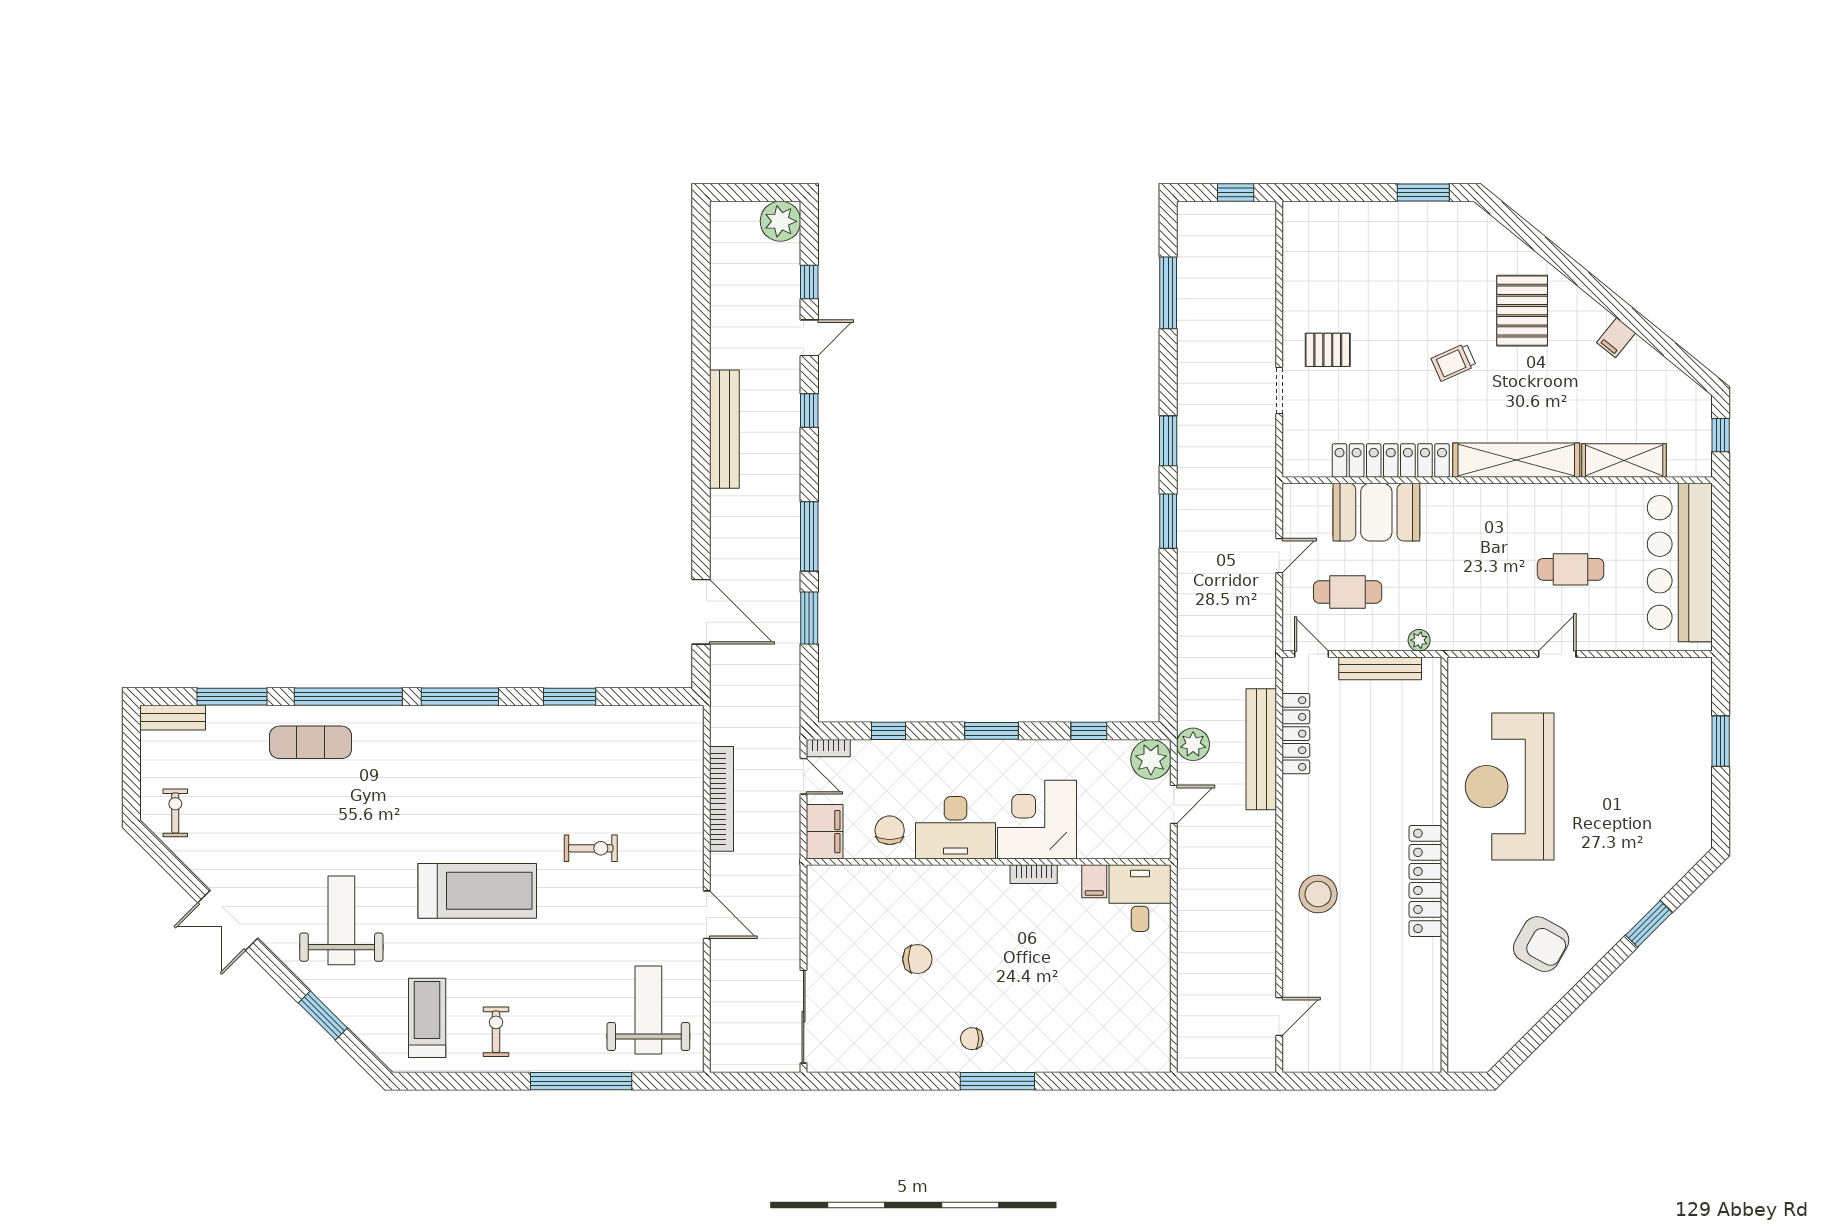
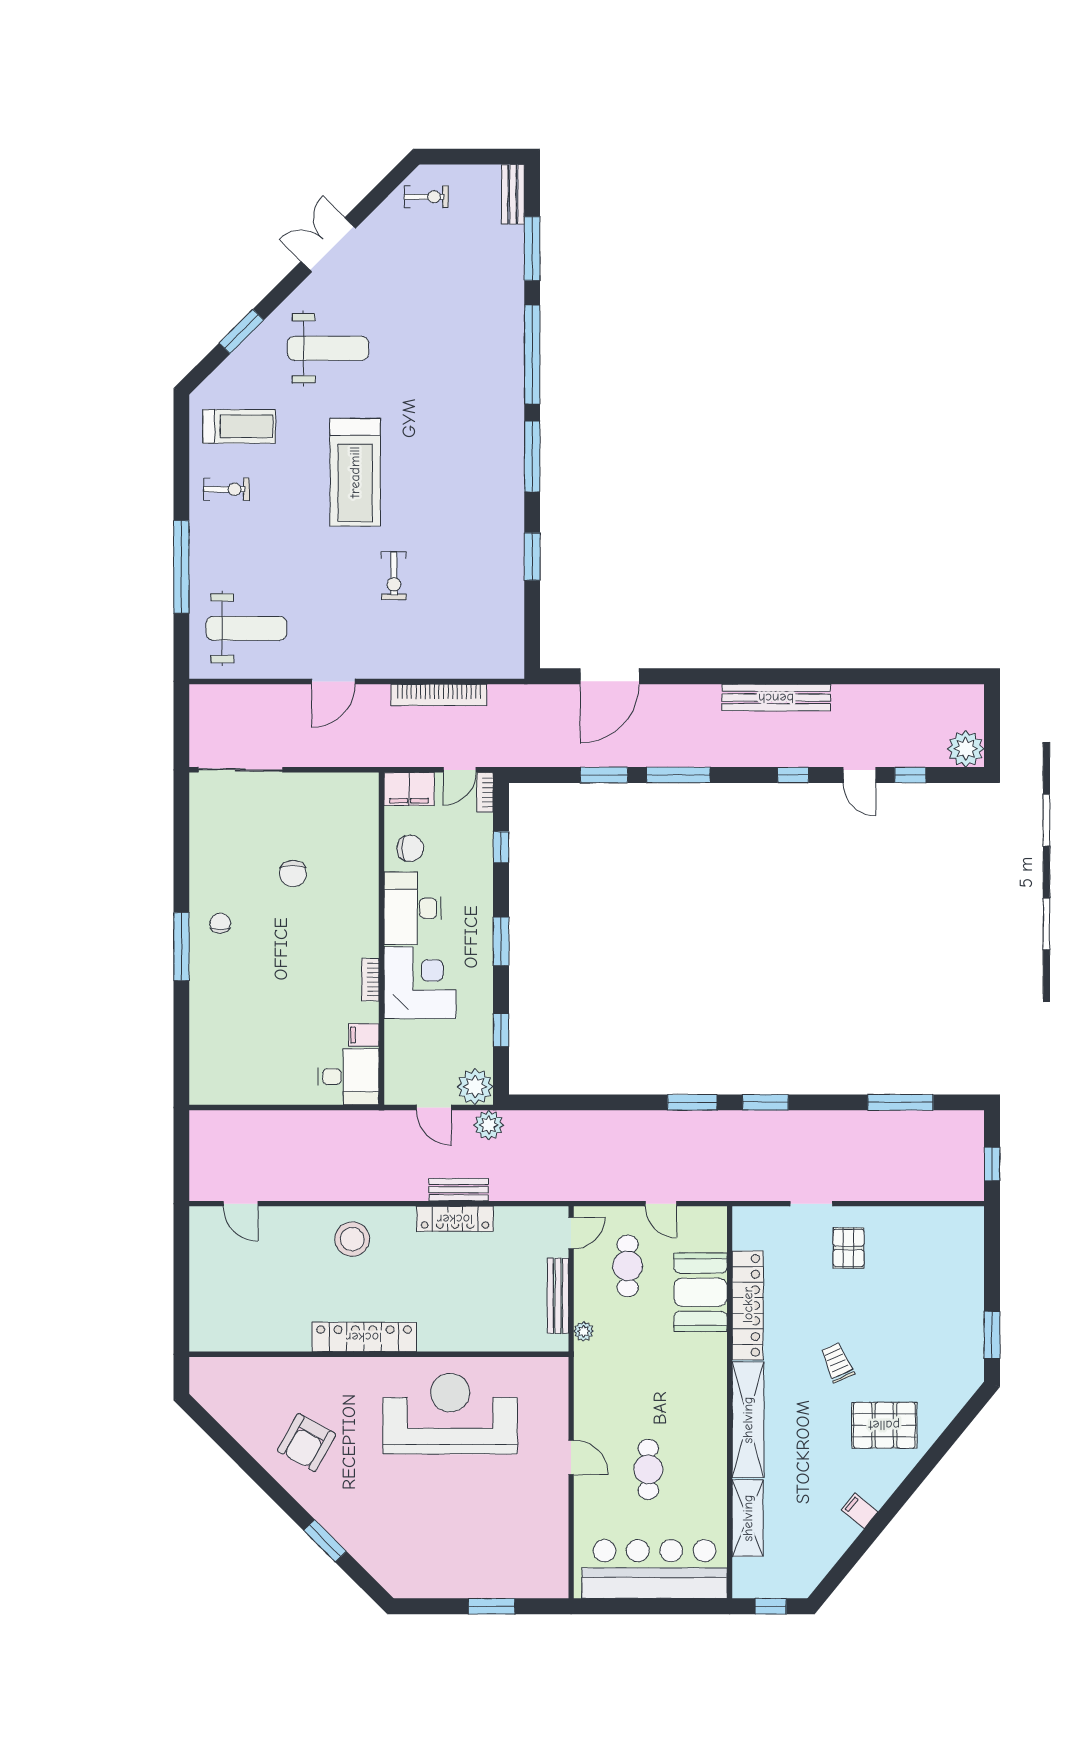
locker: (1296, 734) -> (455, 1219), moved
exercise mat: (311, 742) -> (491, 320), removed
bench: (1261, 749) -> (459, 1190), width x0.54, depth x0.82

